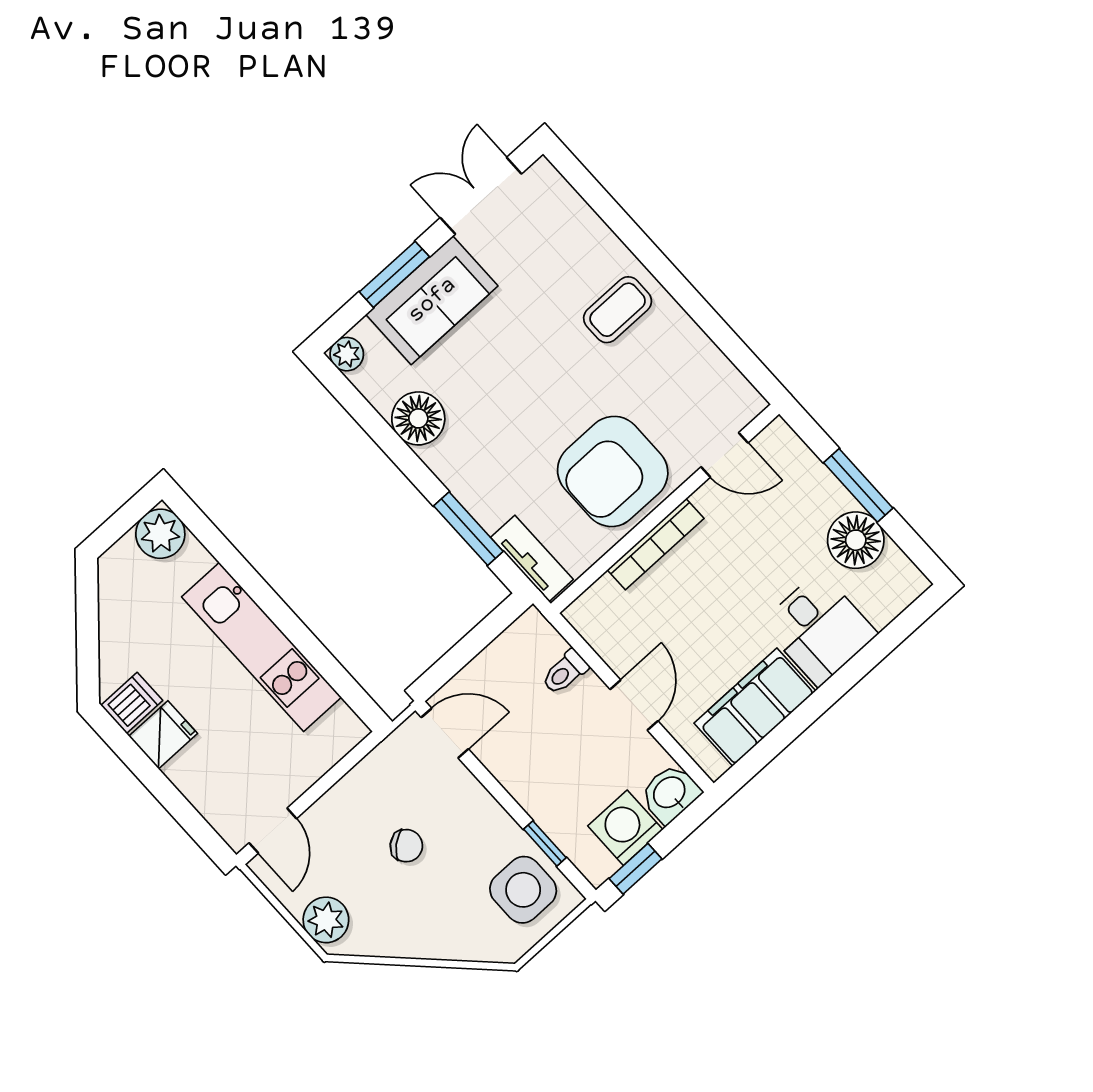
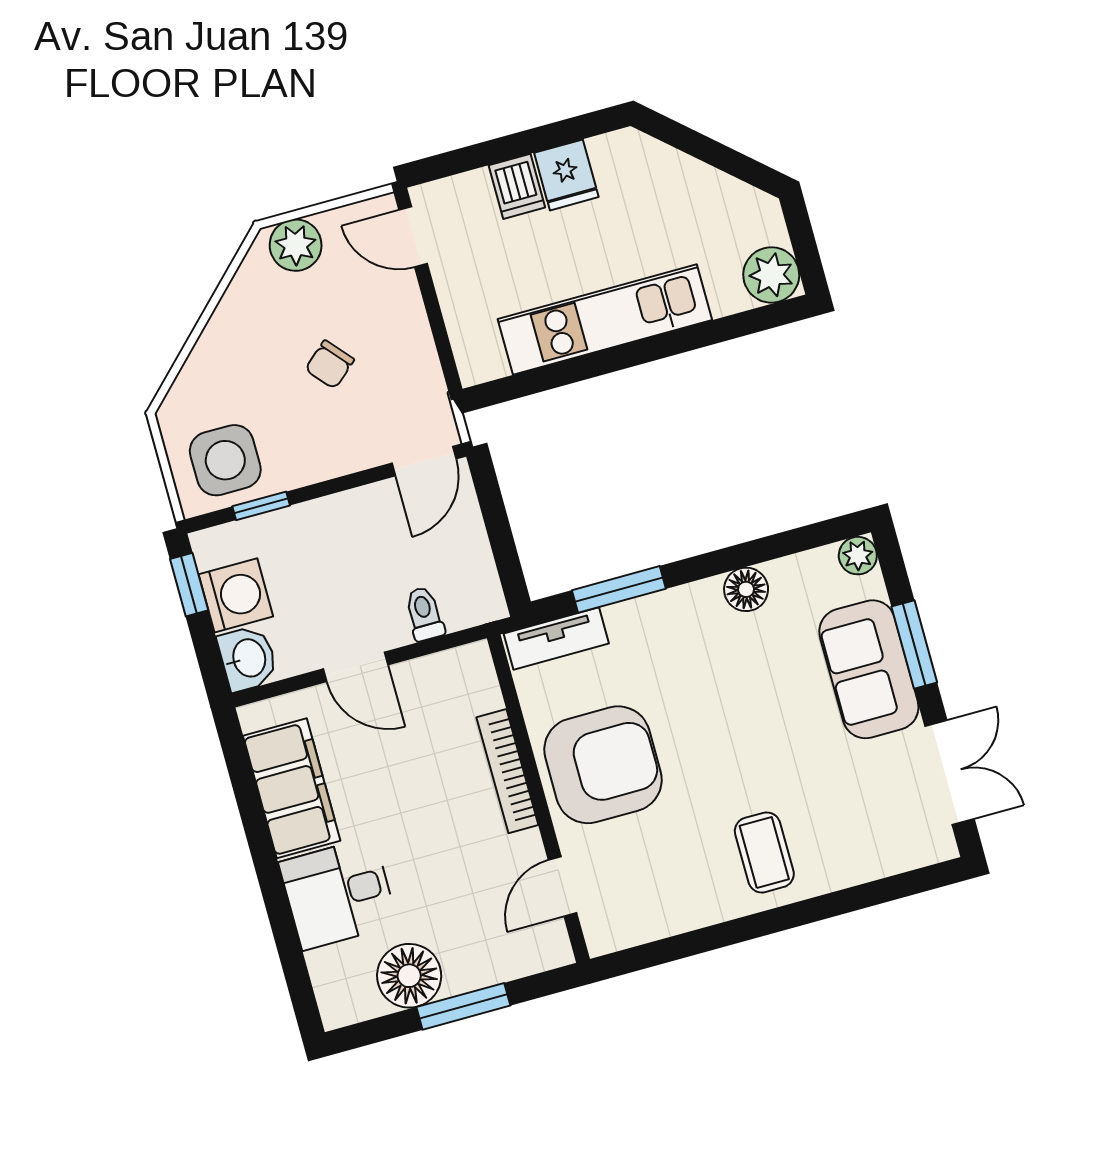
floor lamp: (418, 418) -> (746, 589), width x0.73, depth x0.73
armchair: (613, 471) -> (603, 765), turned 90
dishwasher: (132, 703) -> (517, 186), moved

